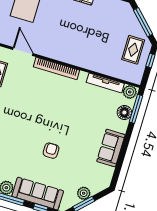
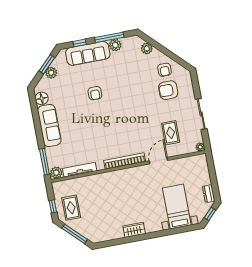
door: (23, 52) -> (158, 161), swing flipped
floor lamp: (124, 112) -> (42, 98), moved
sofa: (111, 148) -> (49, 125), width x1.36

